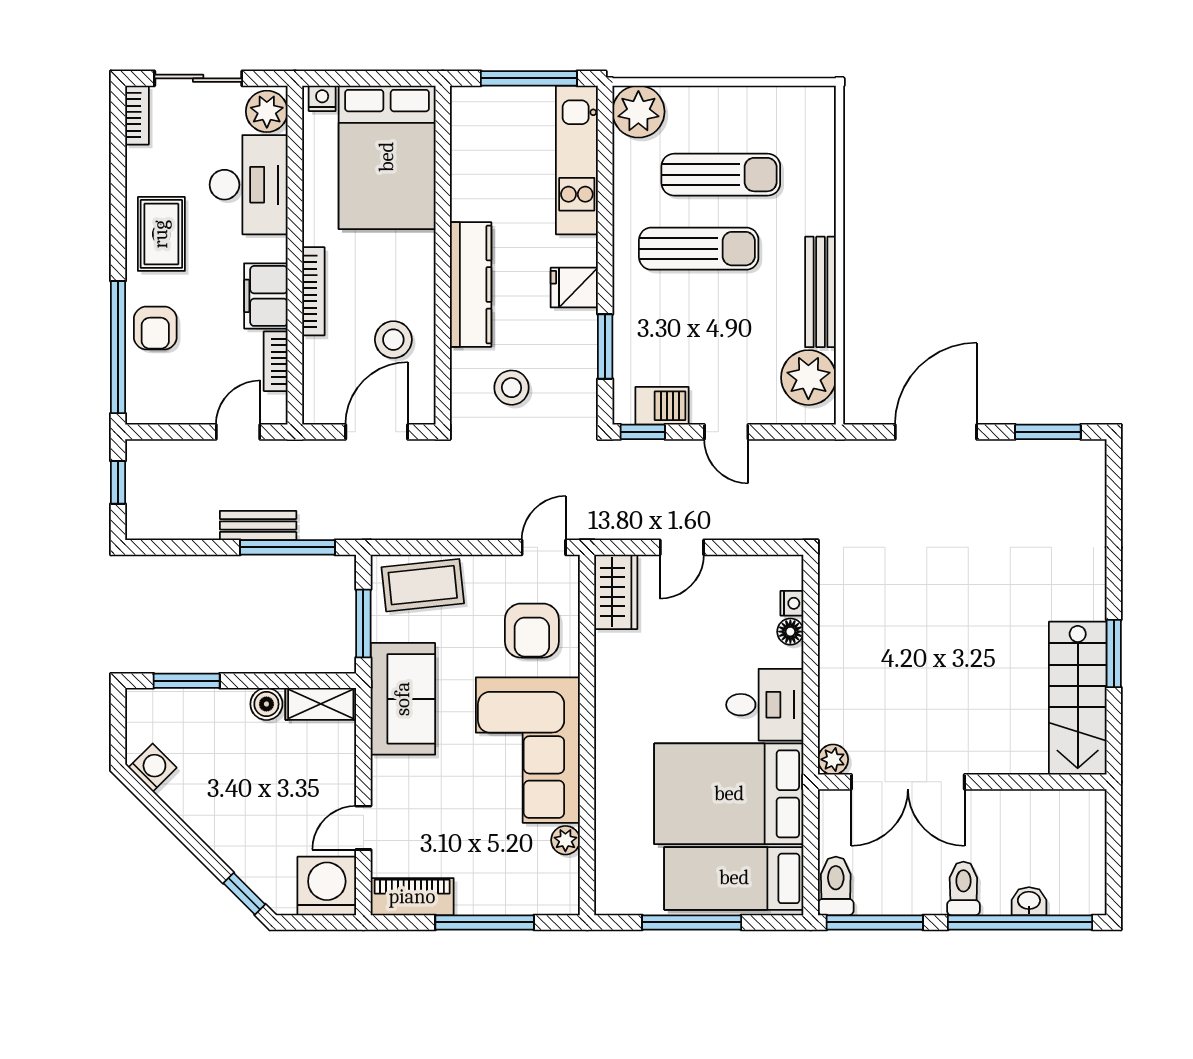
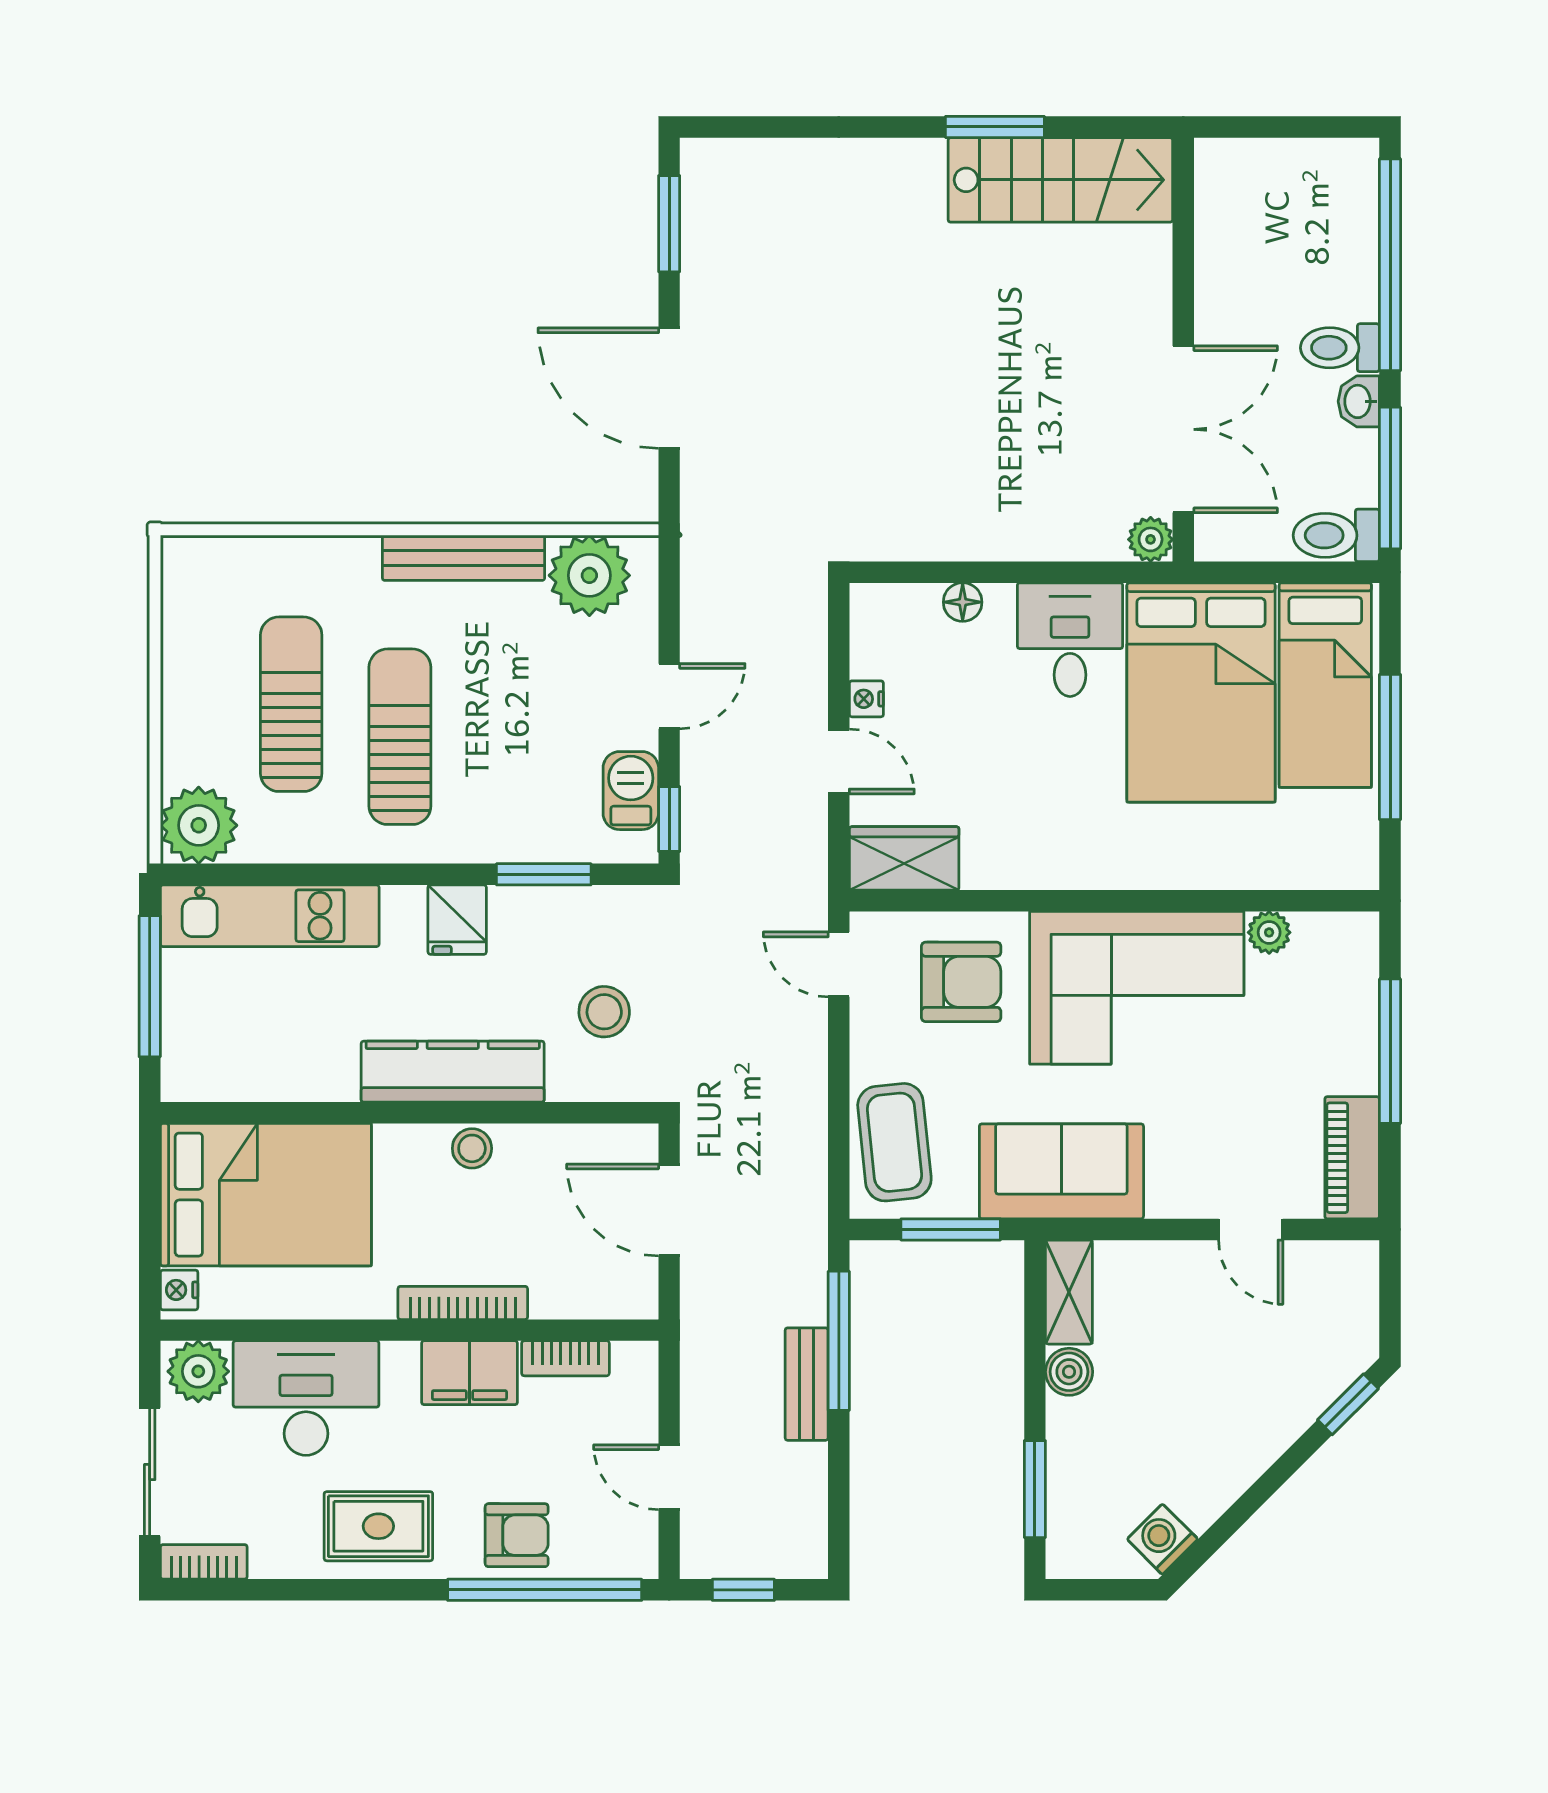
stool: (393, 340) -> (472, 1148), moved, width x0.73, depth x0.73
door: (238, 432) -> (669, 1477), moved
nightstand: (792, 603) -> (866, 699), moved, turned -90
washing machine: (327, 886) -> (1336, 1283), removed
washbasin: (1029, 901) -> (1359, 401), moved

